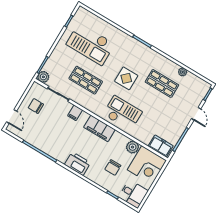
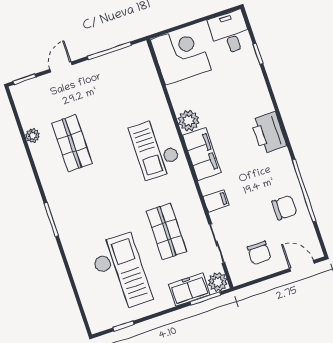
display table: (126, 78) -> (112, 189), removed
door: (12, 116) -> (302, 266), hinge flipped
freezer: (161, 146) -> (189, 290), moved, turned 90
plant: (133, 147) -> (189, 121), moved
chair: (113, 167) -> (284, 208), moved

